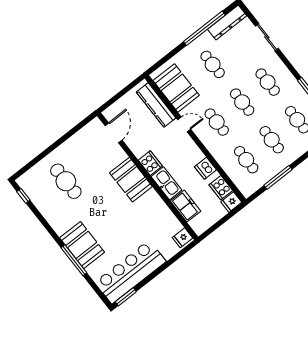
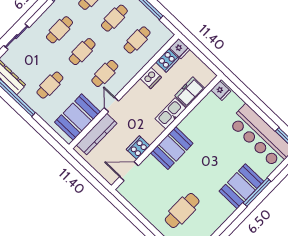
cooker: (150, 163) -> (138, 148), moved

